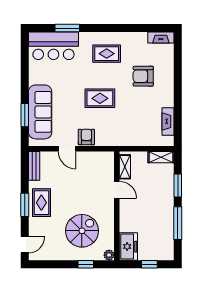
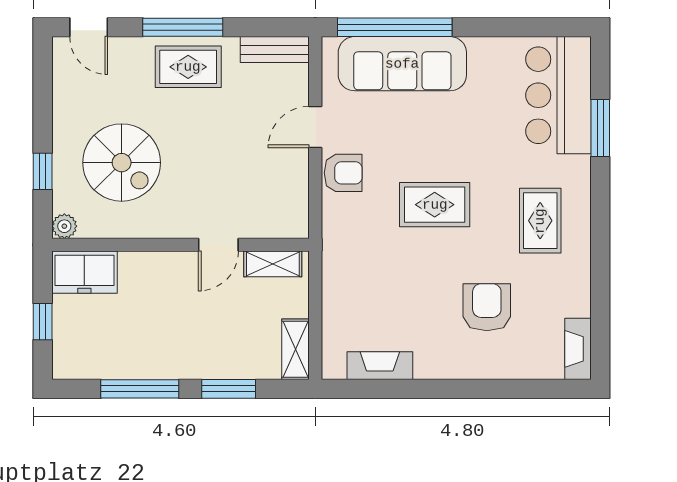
rug: (100, 98) -> (435, 205), turned 90
window: (25, 115) -> (395, 27), width x2.11
window: (25, 205) -> (183, 27), width x1.44

